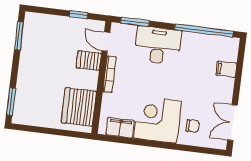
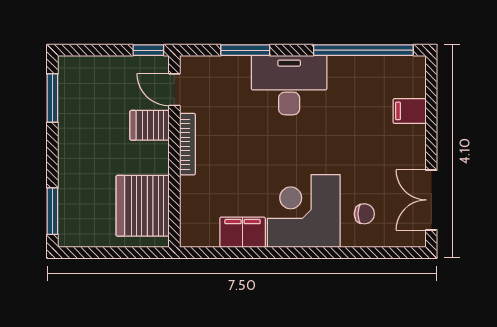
door: (106, 42) -> (174, 90), moved
server rack: (89, 61) -> (150, 125), moved
bookcase: (110, 74) -> (187, 144), moved
wall: (101, 78) -> (174, 151), moved
server rack: (79, 107) -> (143, 206), moved

